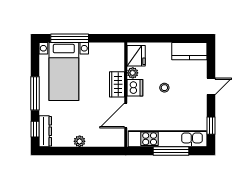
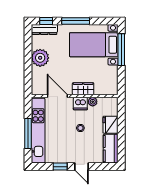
fridge: (136, 56) -> (110, 125), moved, turned 90
window: (211, 126) -> (60, 167), moved
plant: (80, 141) -> (40, 58), width x1.88, depth x1.88

